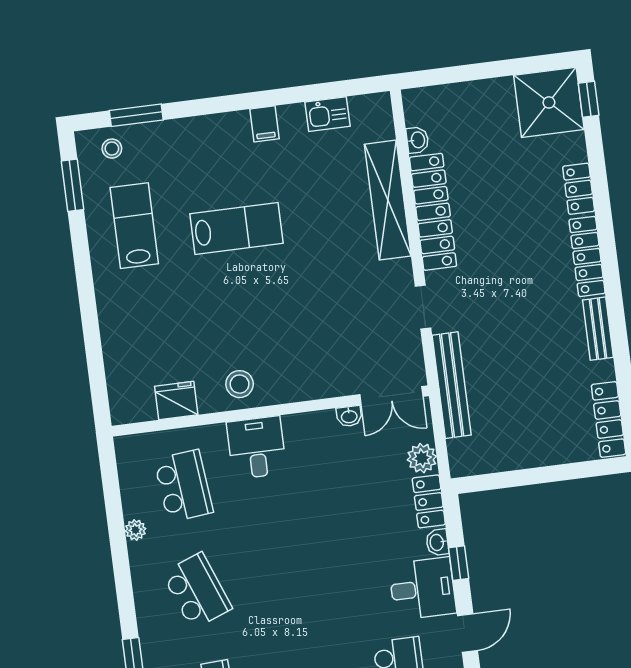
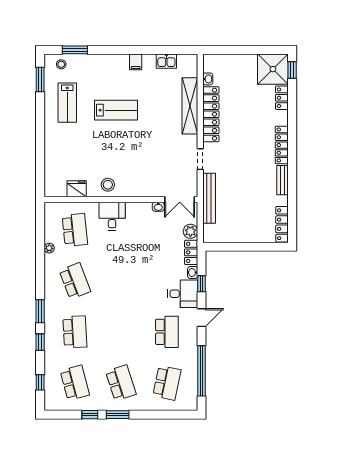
locker: (579, 189) -> (282, 98), moved
lab bench: (134, 226) -> (67, 103), turned 180

